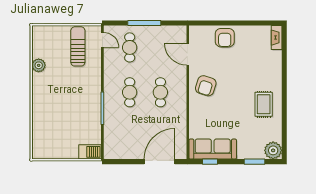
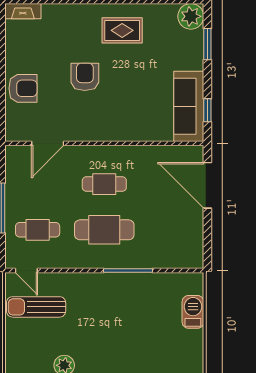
door: (102, 40) -> (26, 270), swing flipped
armchair: (206, 86) -> (85, 77), moved, turned -108
cafe table: (130, 92) -> (104, 230), width x1.37, depth x1.35
barbecue: (90, 152) -> (193, 312), moved

